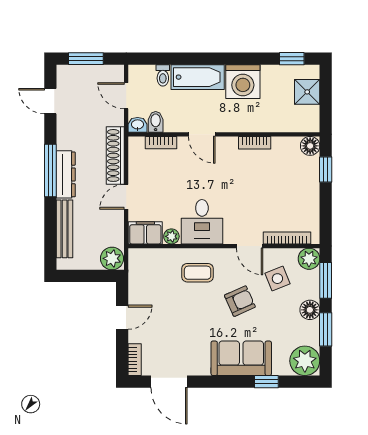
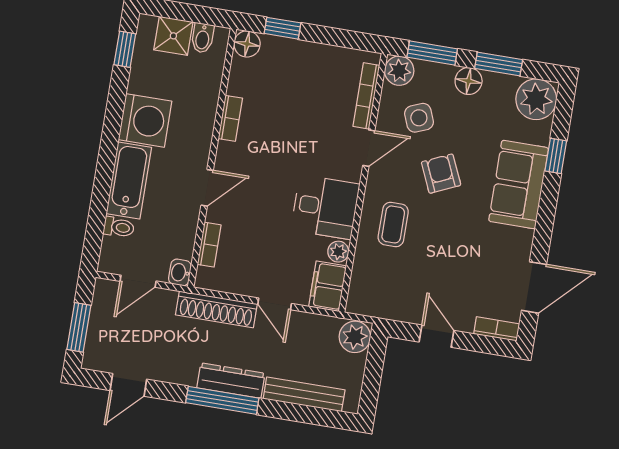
bidet: (156, 122) -> (203, 38), moved, turned -90

